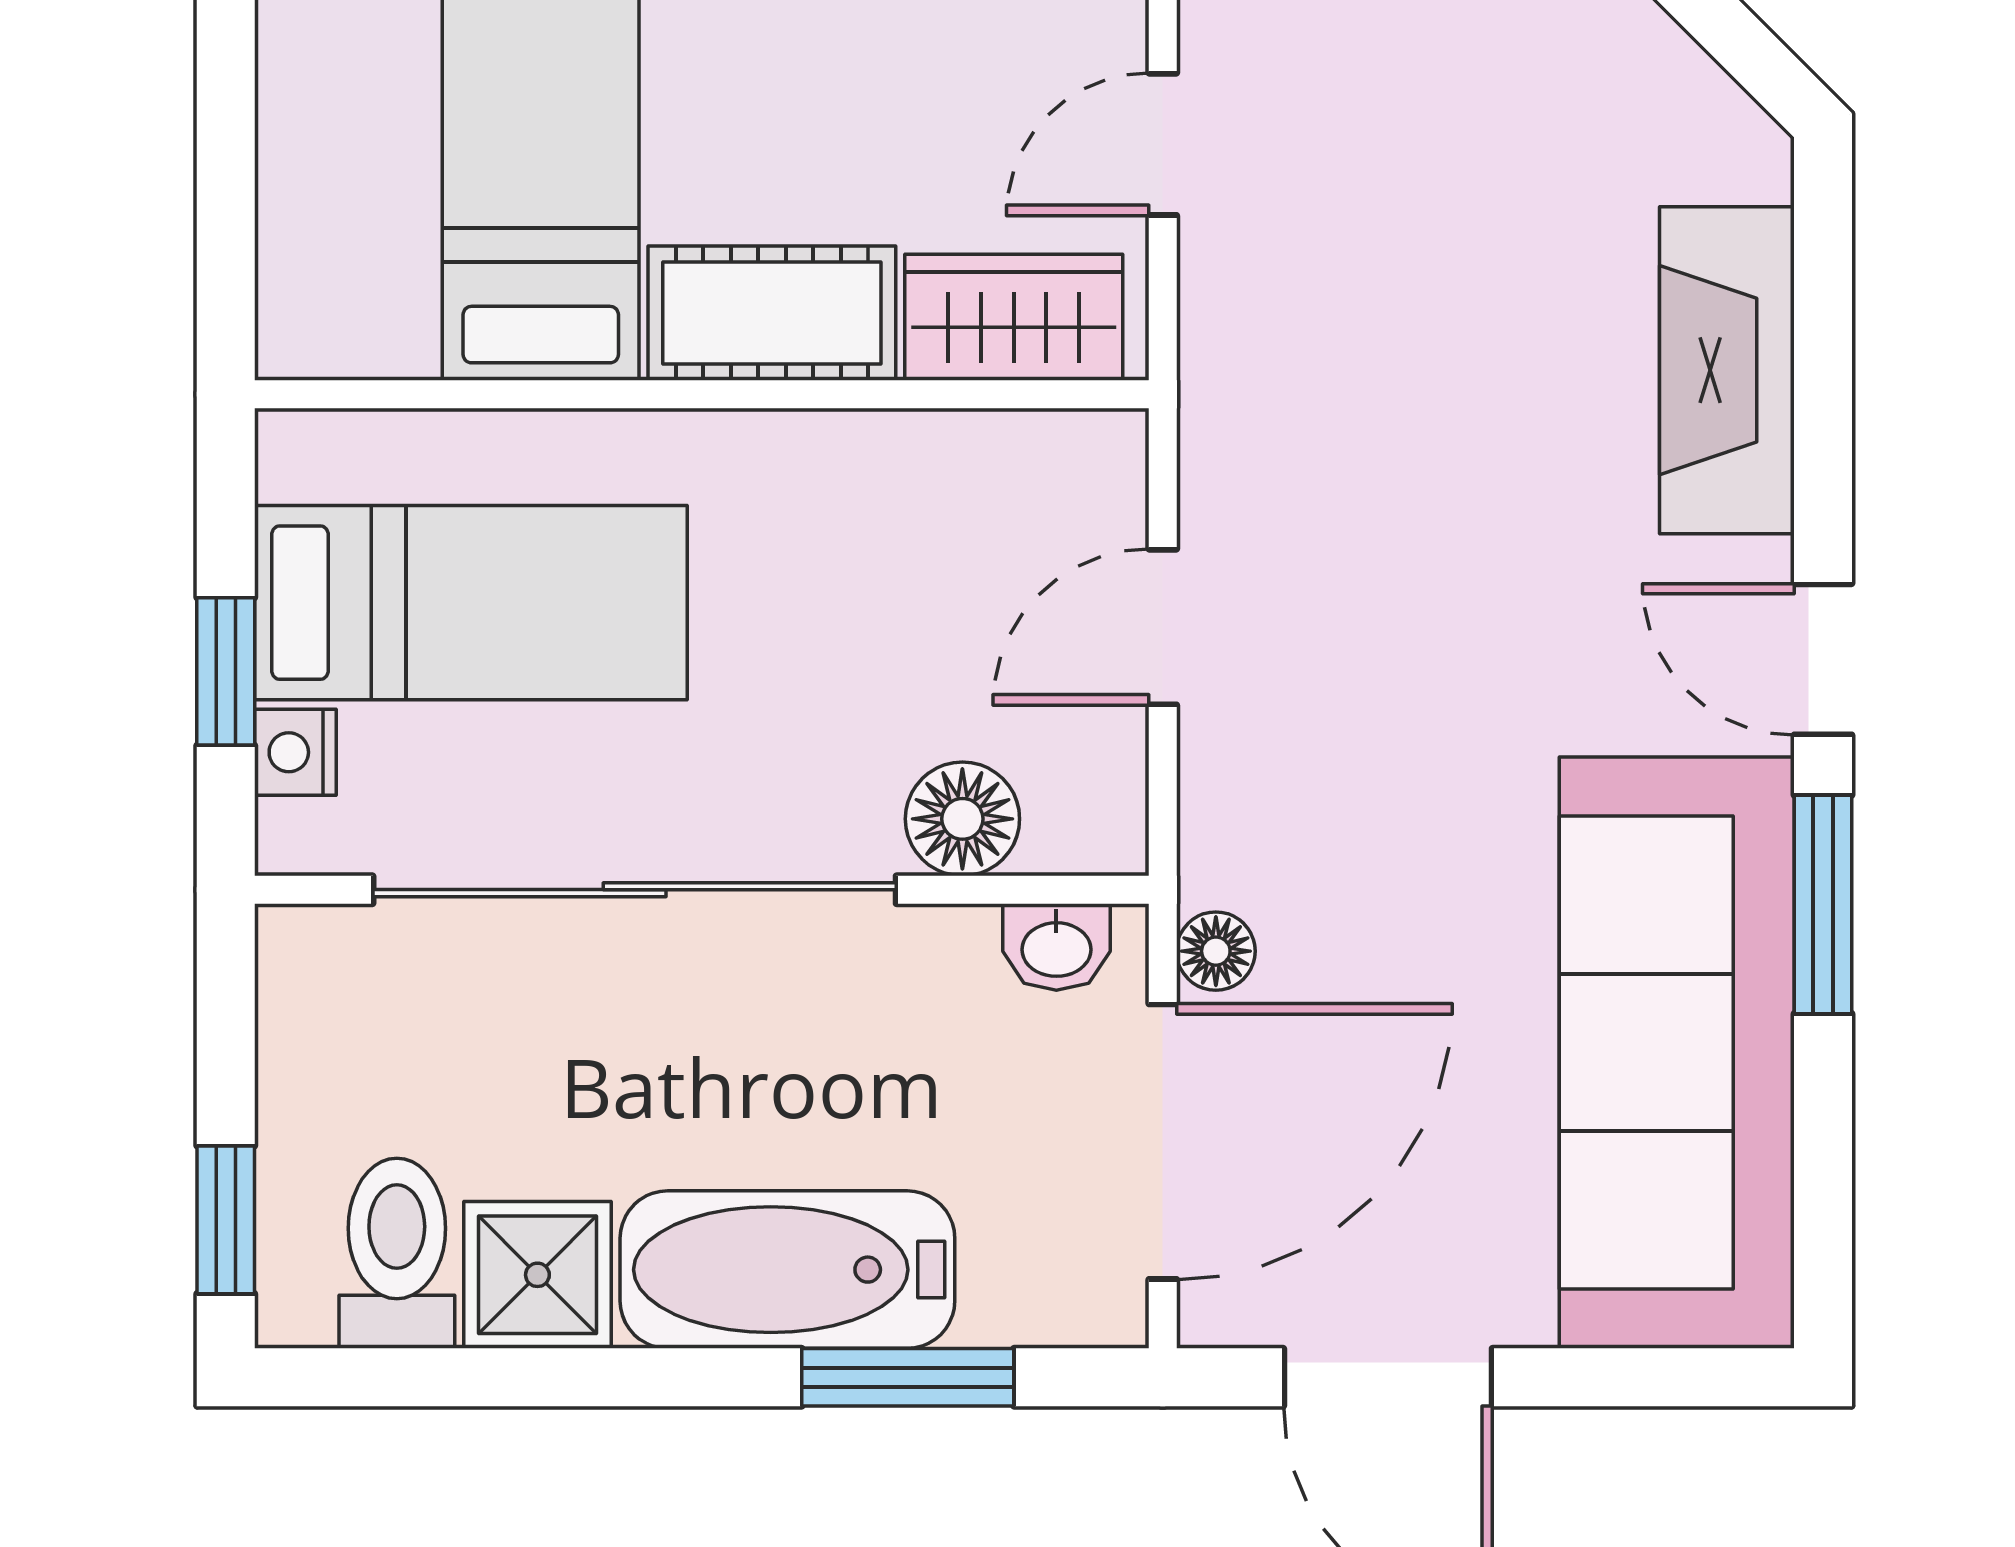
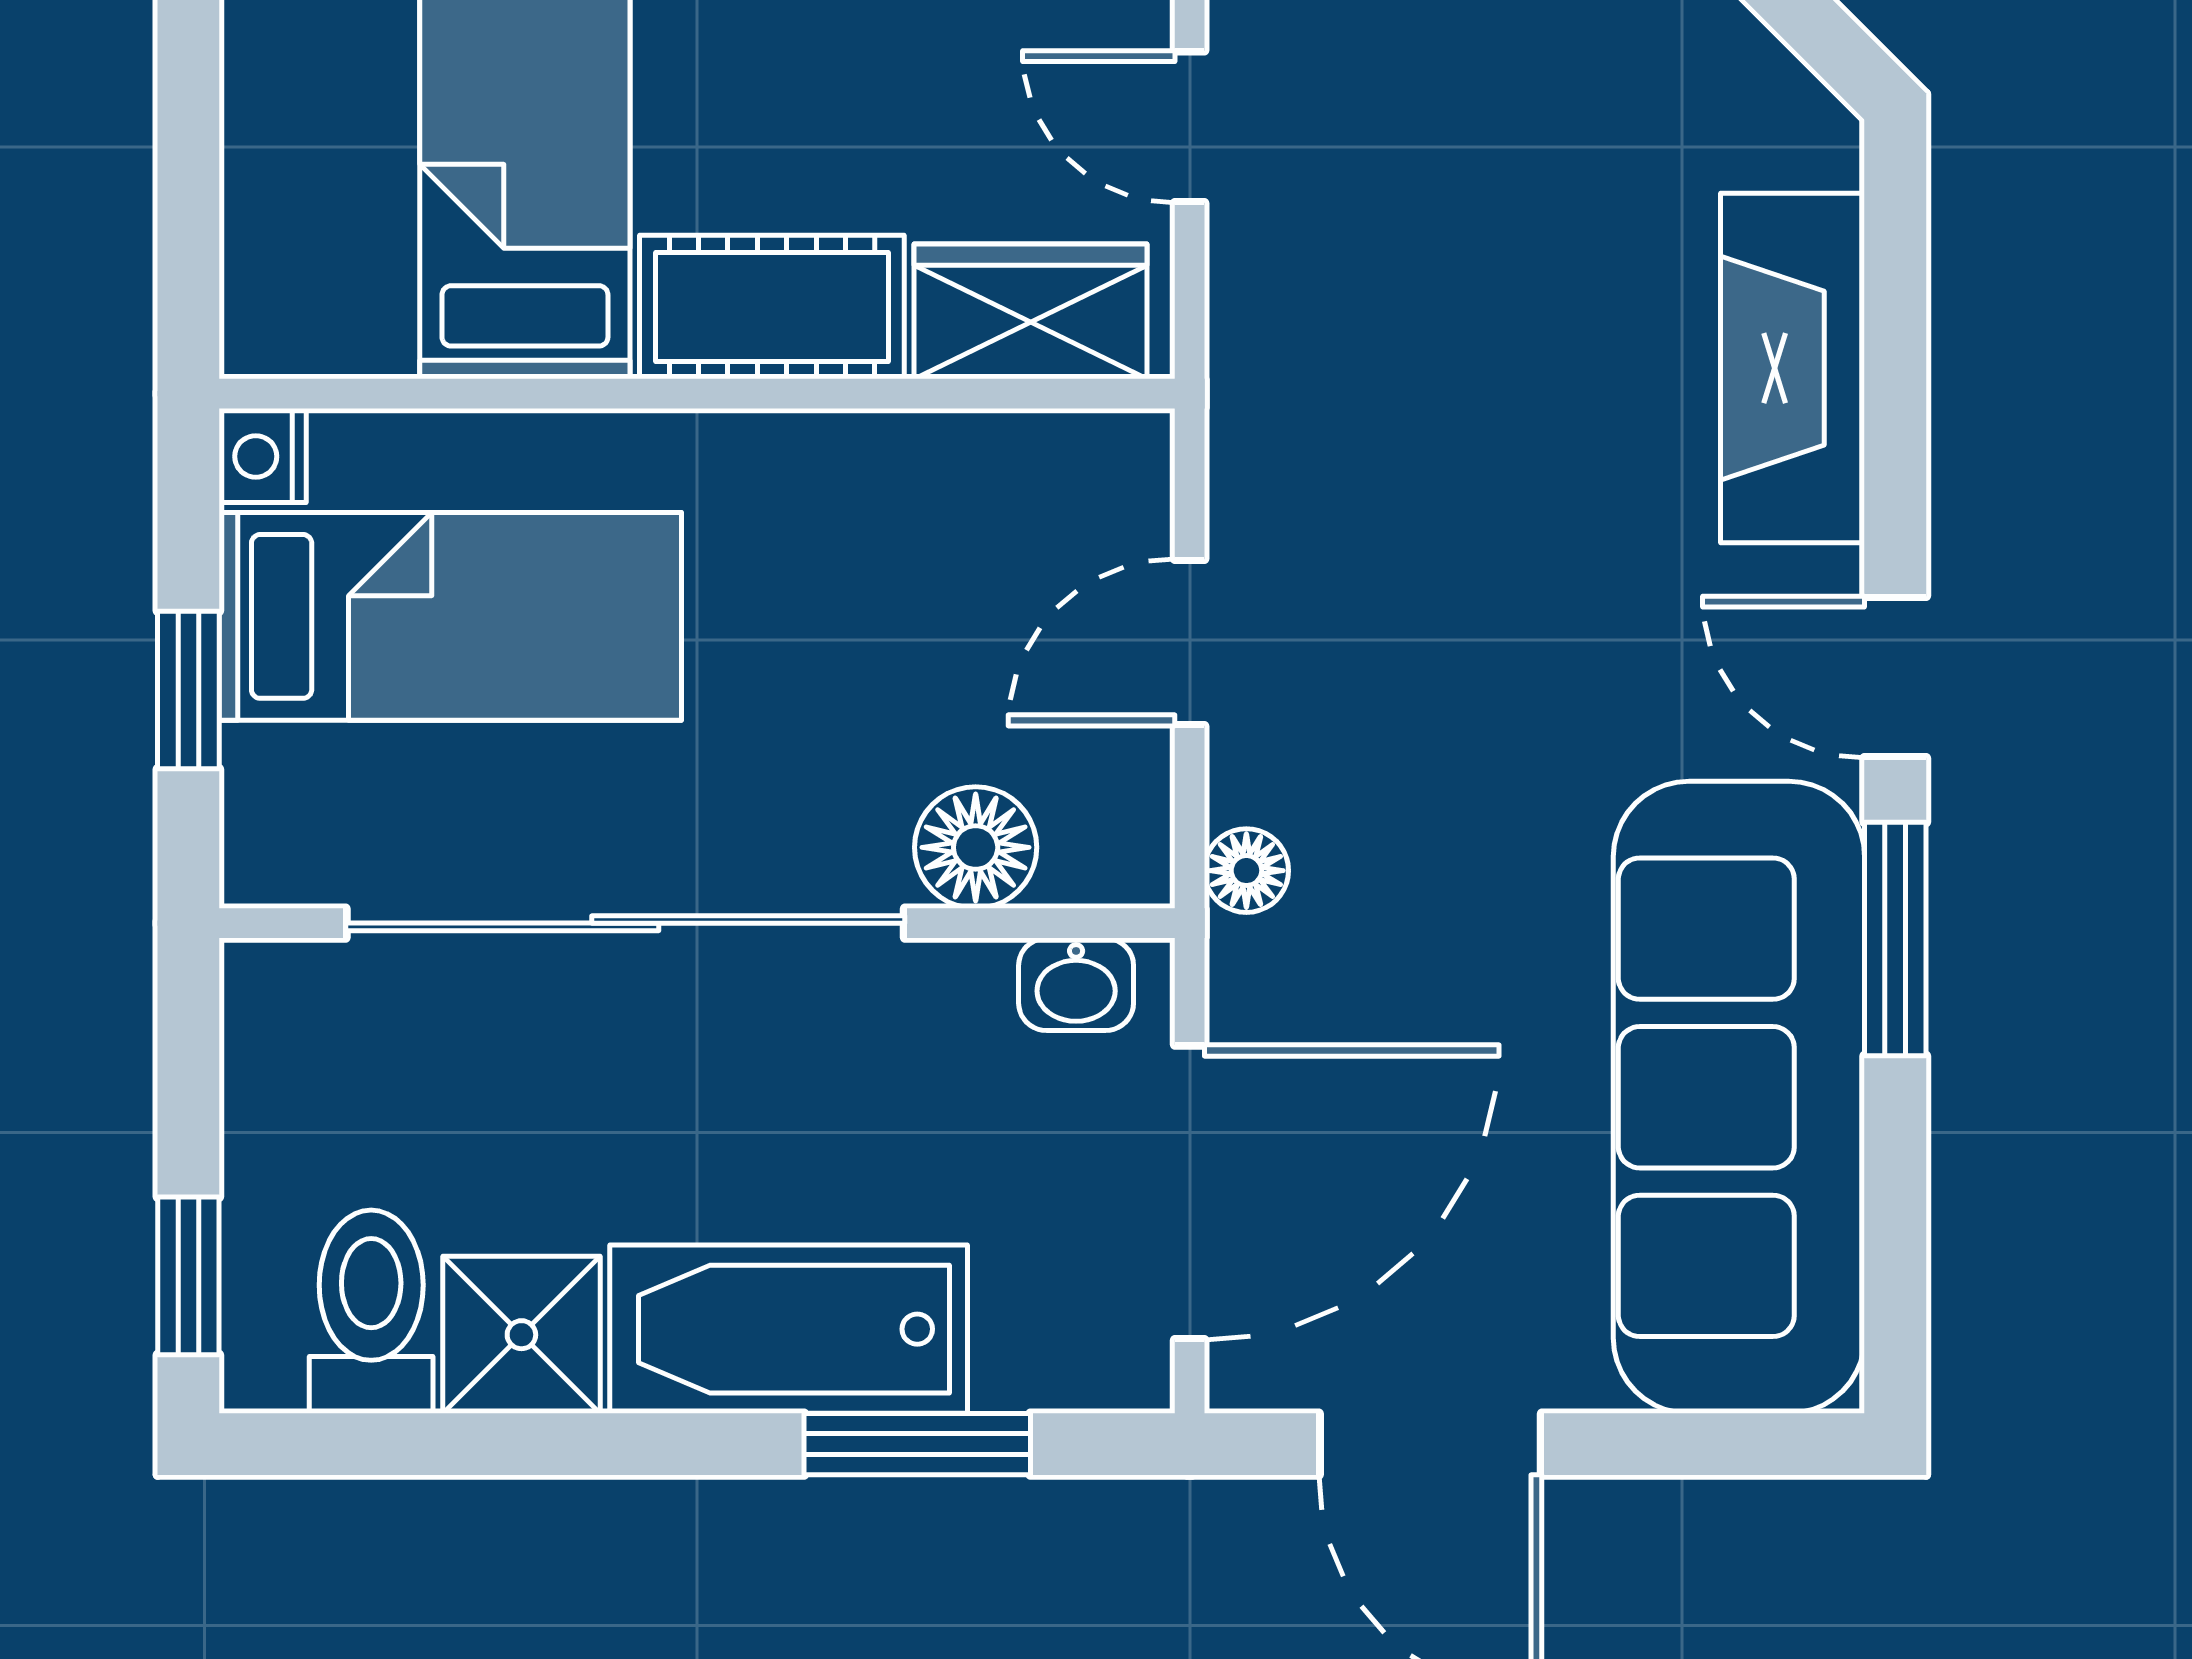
door: (1163, 144) -> (1190, 127), hinge flipped
nightstand: (295, 752) -> (263, 456), moved
floor lamp: (1216, 951) -> (1246, 871), moved

